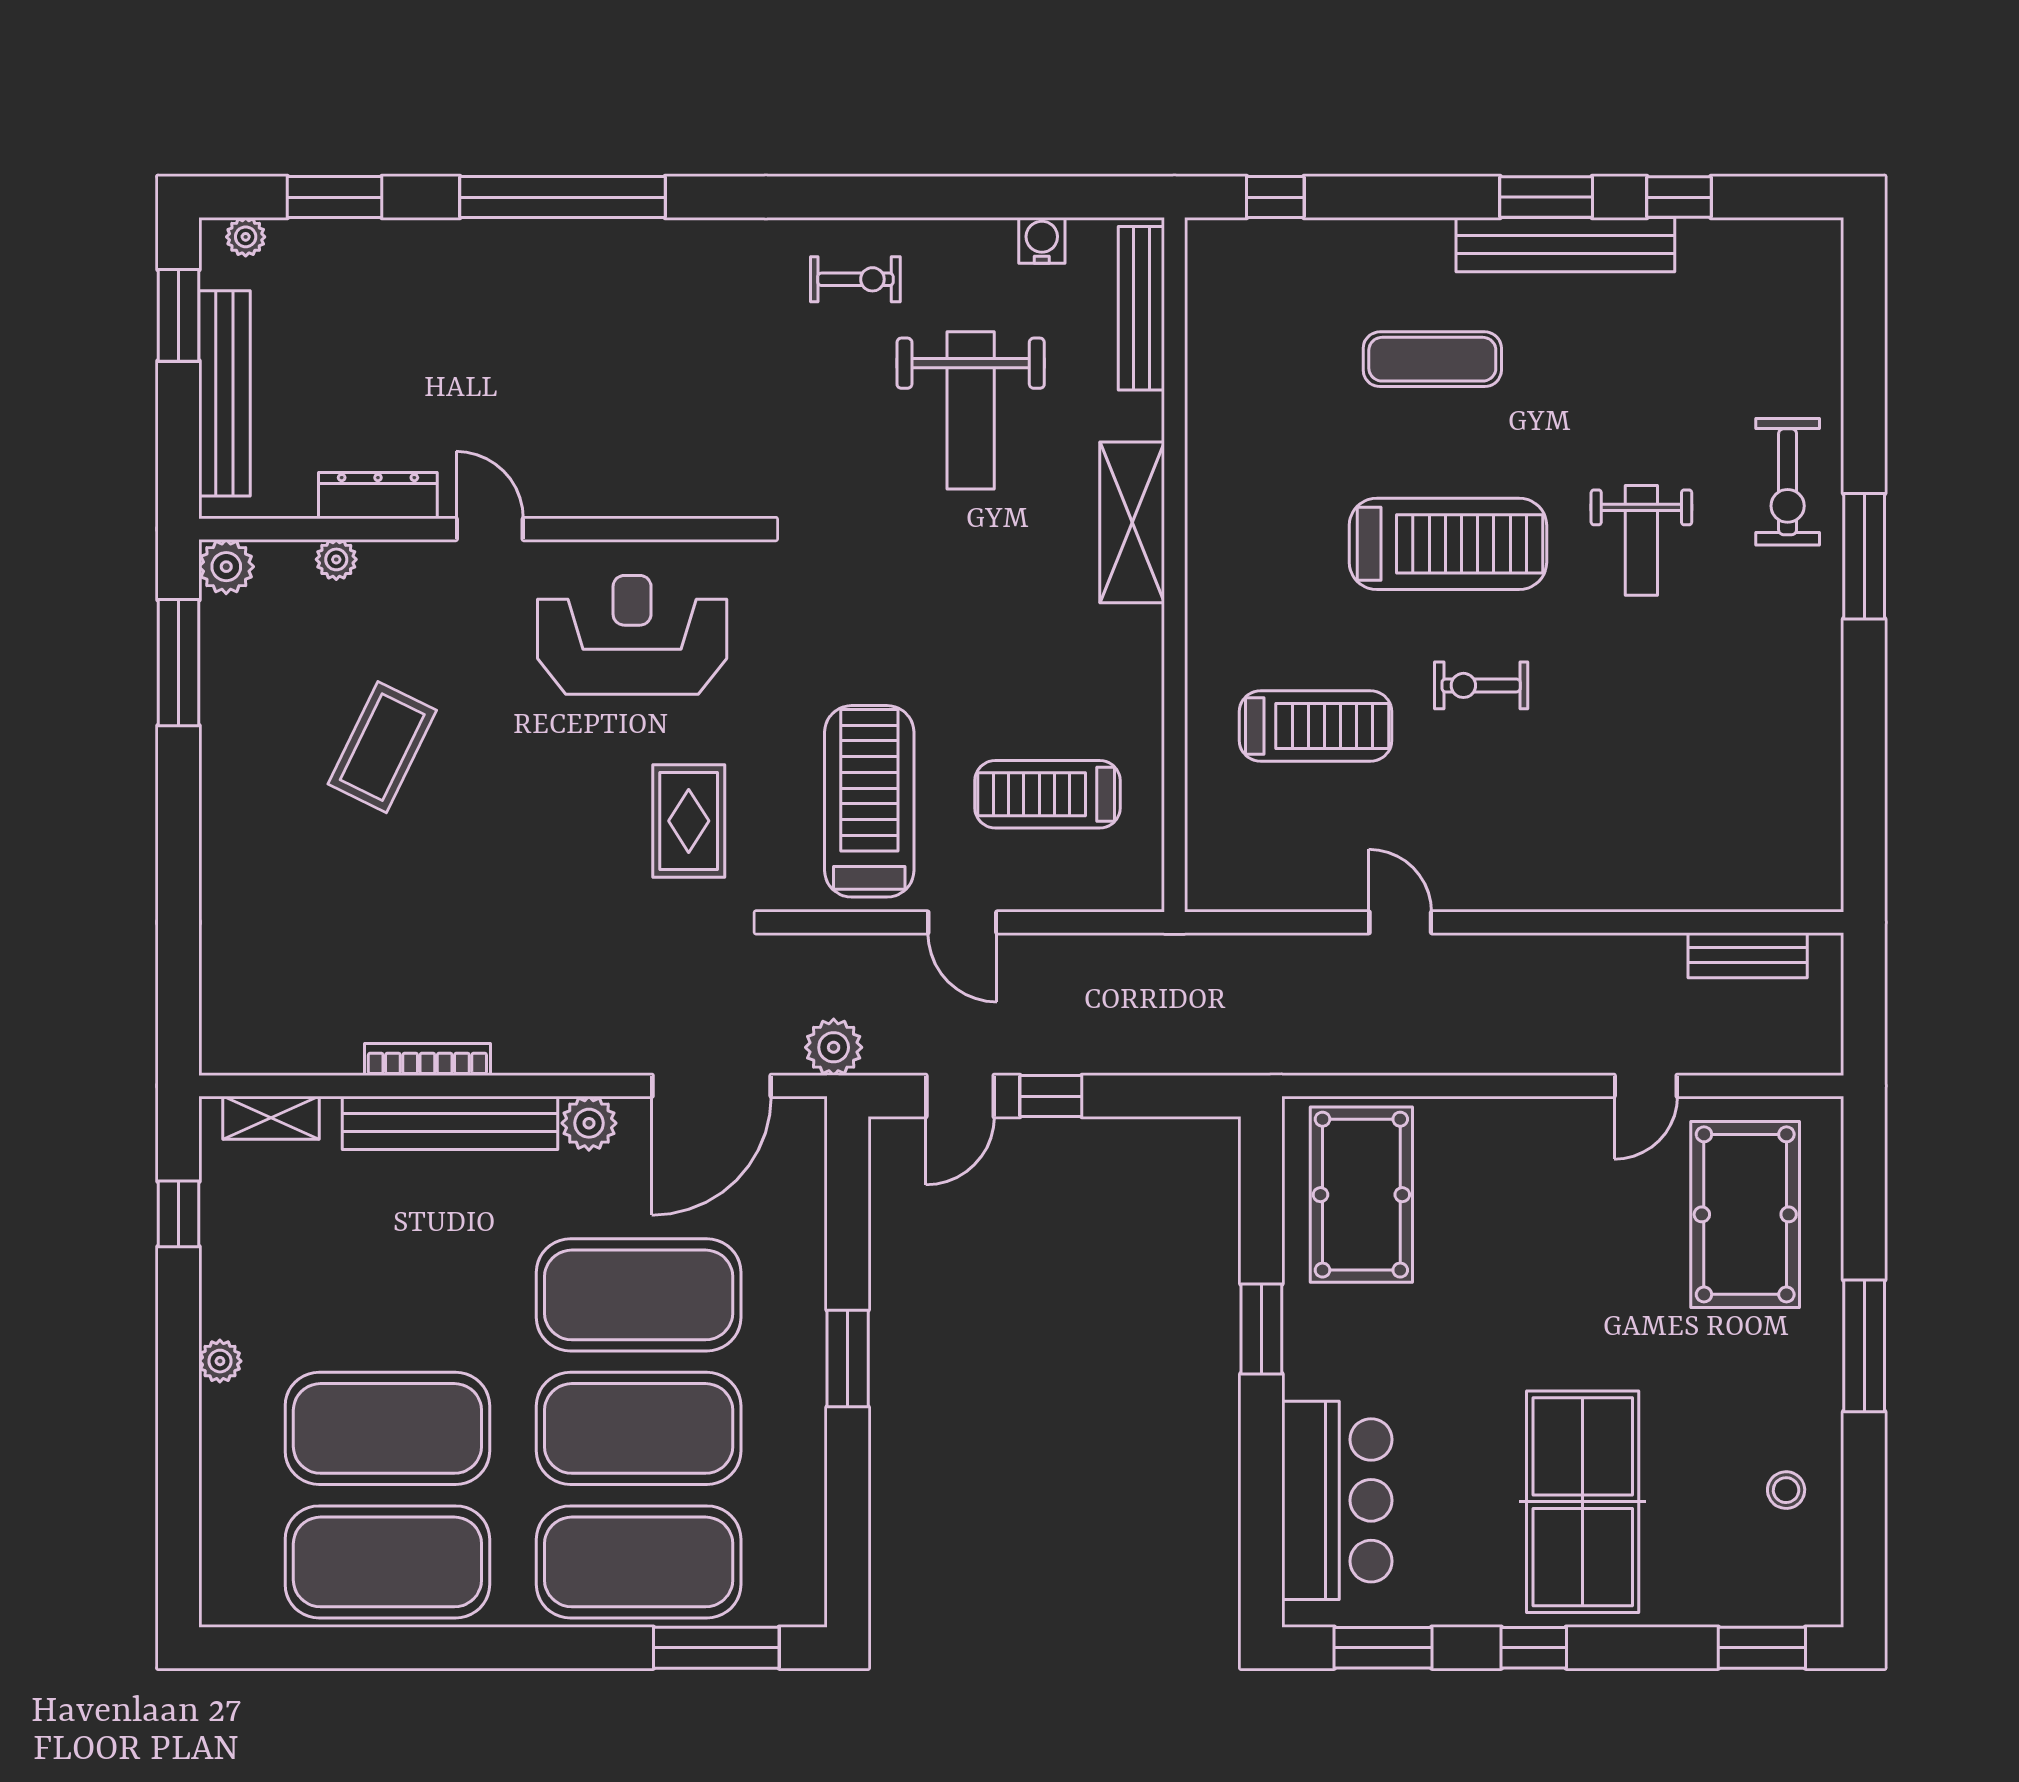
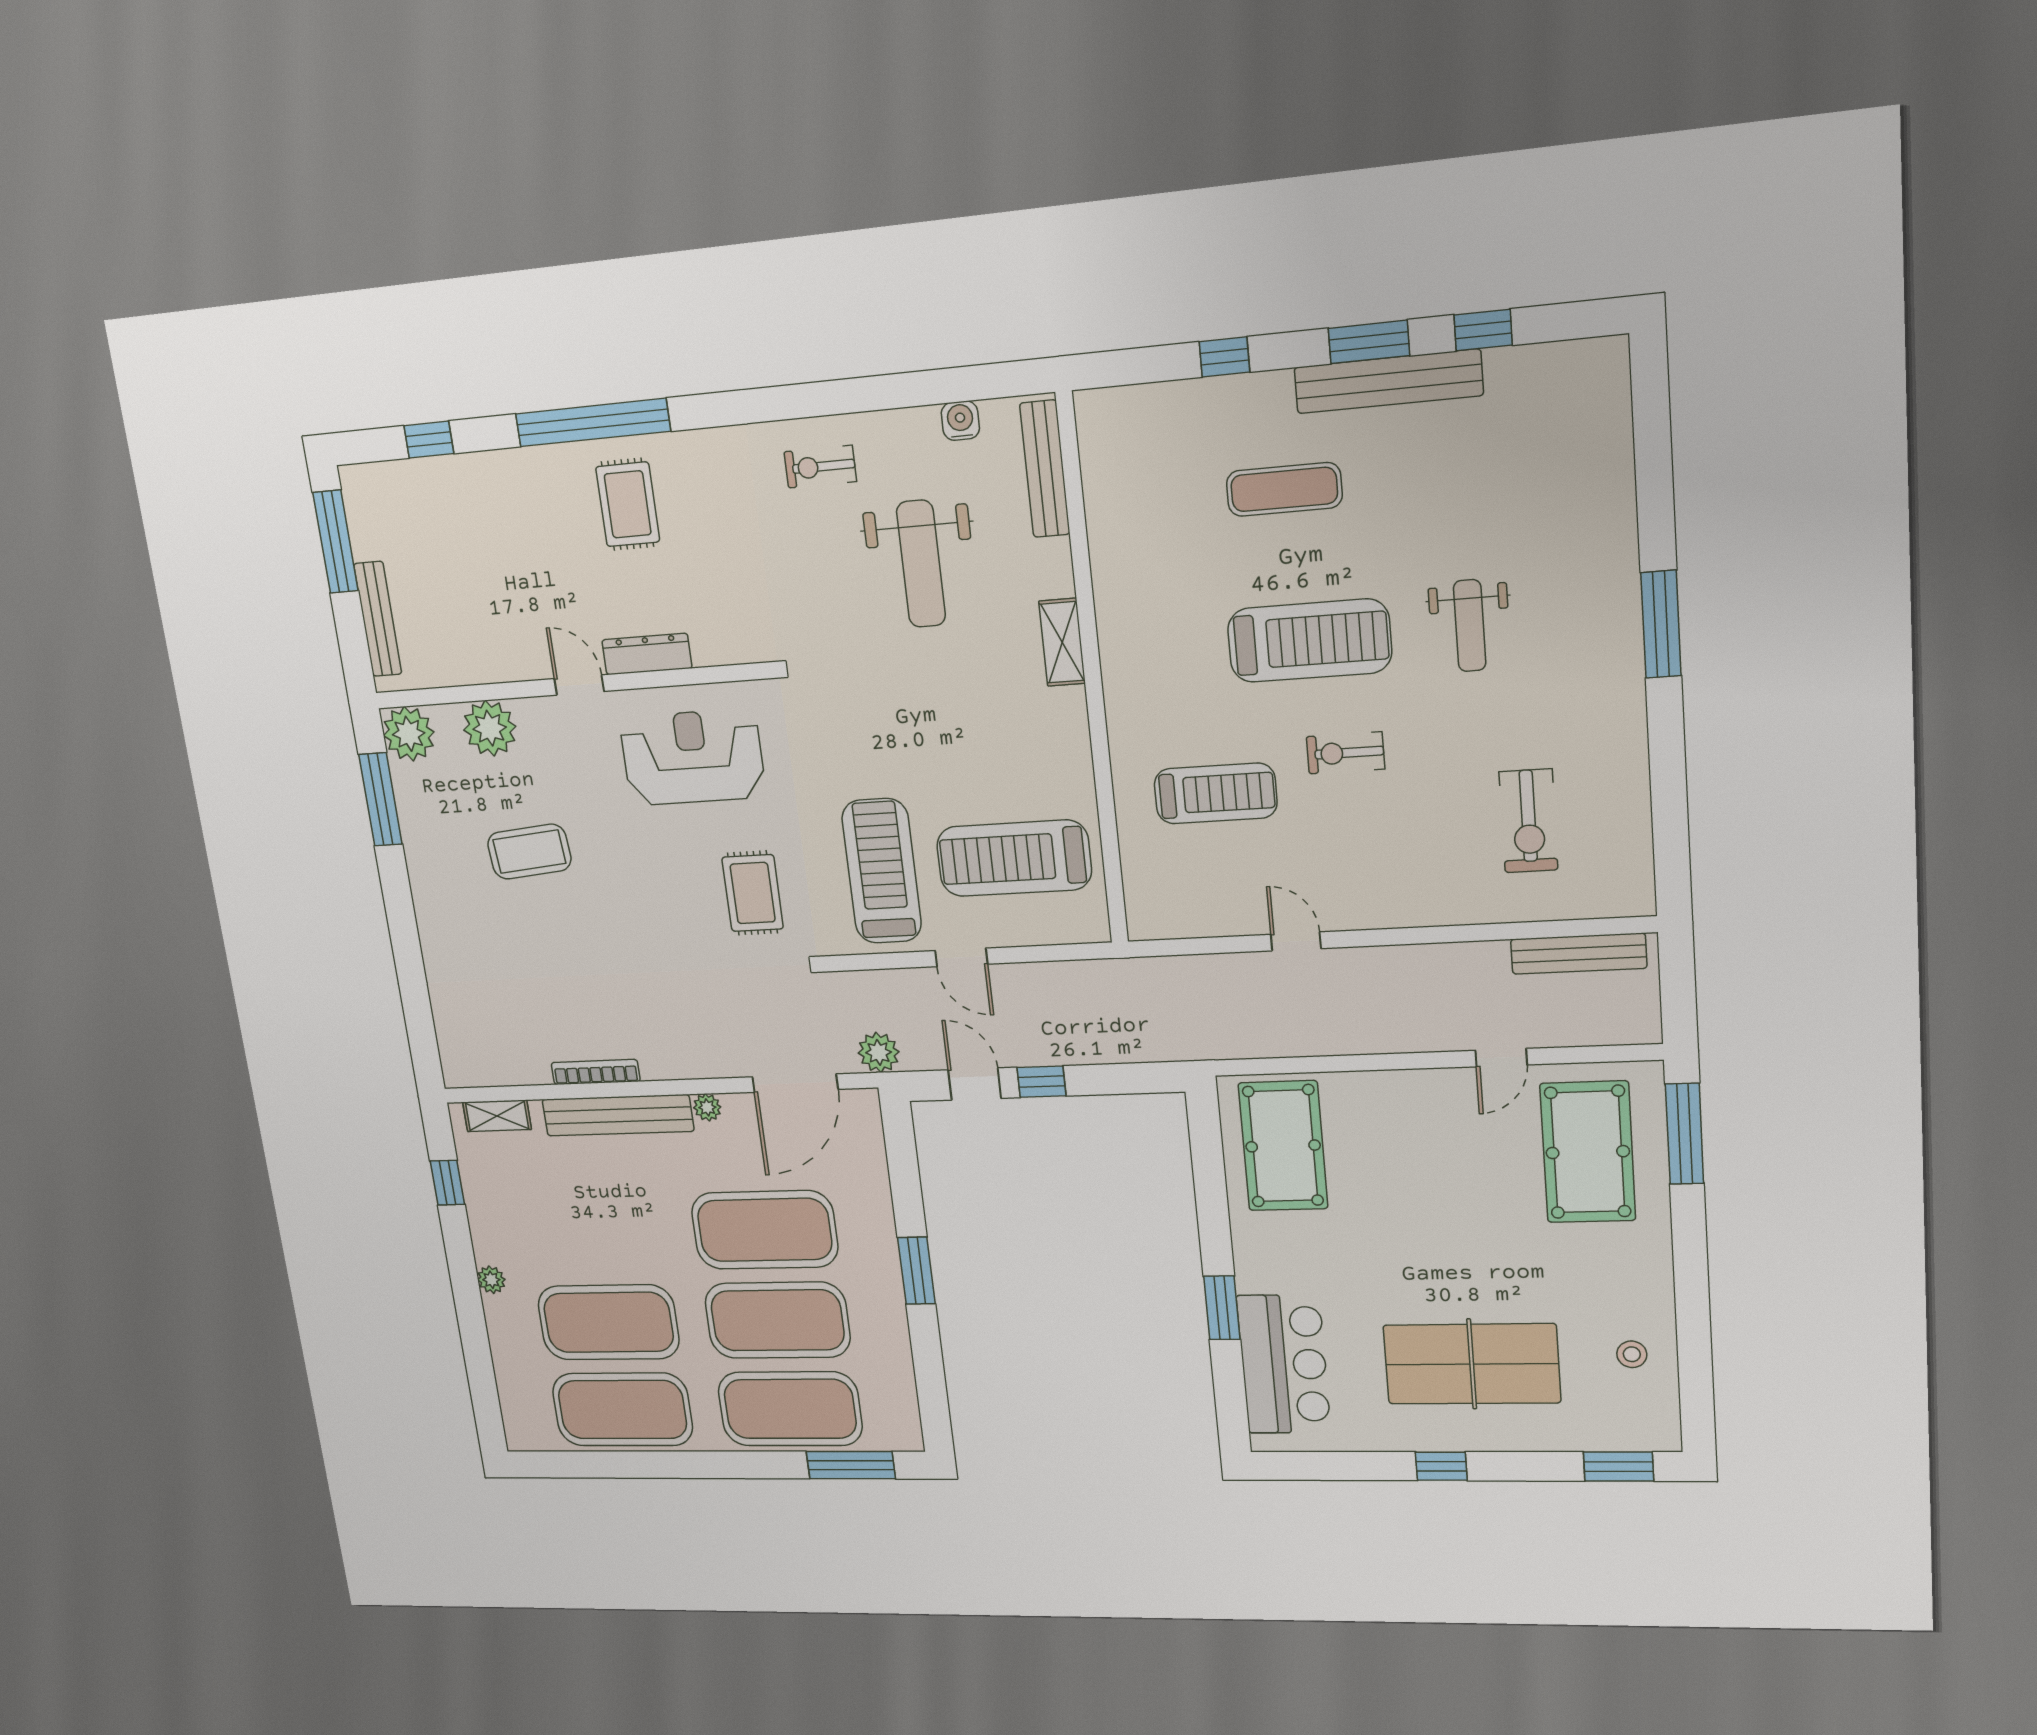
window: (335, 197) -> (429, 440), width x0.67
window: (1275, 197) -> (1224, 357), moved
plant: (246, 237) -> (372, 477), removed
exercise bike: (855, 279) -> (820, 467), turned 180
rug: (593, 303) -> (628, 504), added
window: (178, 315) -> (335, 542), width x1.44
bench: (224, 393) -> (378, 619), width x0.73, depth x0.82
exercise bike: (1788, 482) -> (1529, 821), moved
dresser: (378, 496) -> (647, 654), moved
shelving: (1132, 522) -> (1062, 642), width x0.67, depth x0.75
plant: (336, 559) -> (490, 728), width x1.87, depth x1.87
plant: (226, 567) -> (409, 734), width x1.36, depth x1.36
coffee table: (382, 747) -> (529, 852), turned 59
treadmill: (1048, 794) -> (1014, 858), width x1.37, depth x1.38
bench: (1748, 955) -> (1579, 954), width x1.36
door: (960, 1096) -> (975, 1084), swing flipped
plant: (589, 1123) -> (707, 1107), width x0.73, depth x0.73
window: (1261, 1329) -> (1222, 1308), moved
window: (1864, 1346) -> (1685, 1134), moved
table tennis table: (1583, 1502) -> (1472, 1364), turned 90
window: (1383, 1648) -> (1327, 1466), removed

